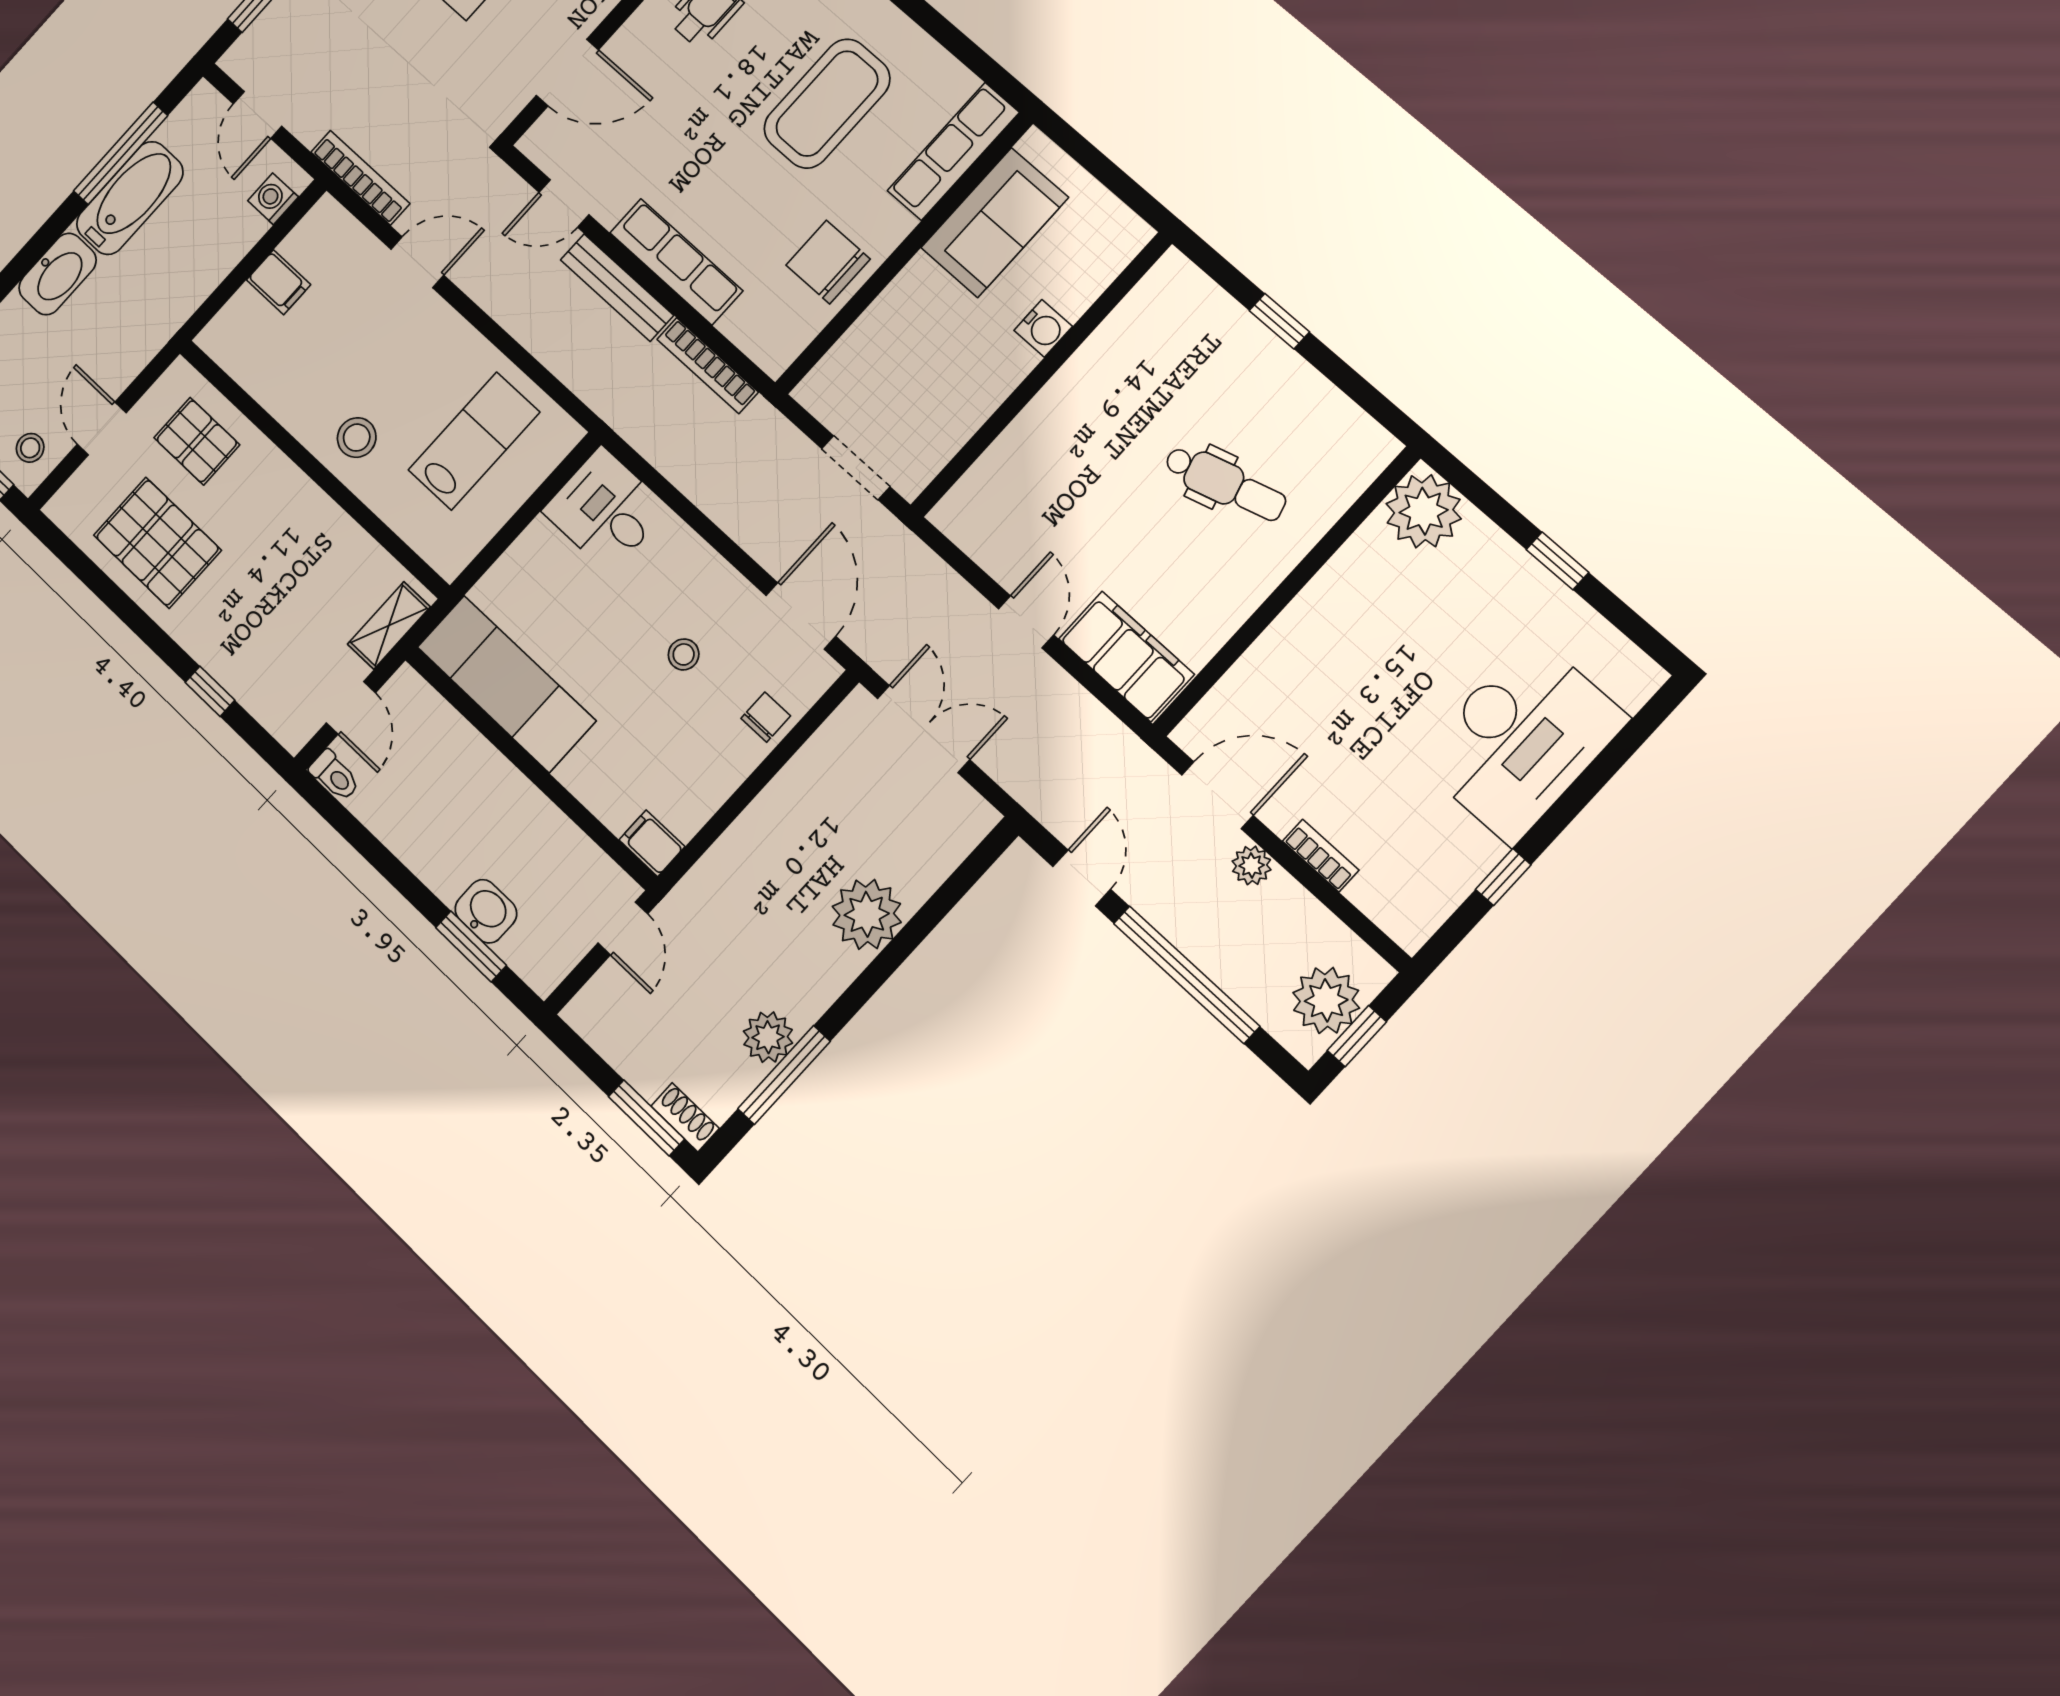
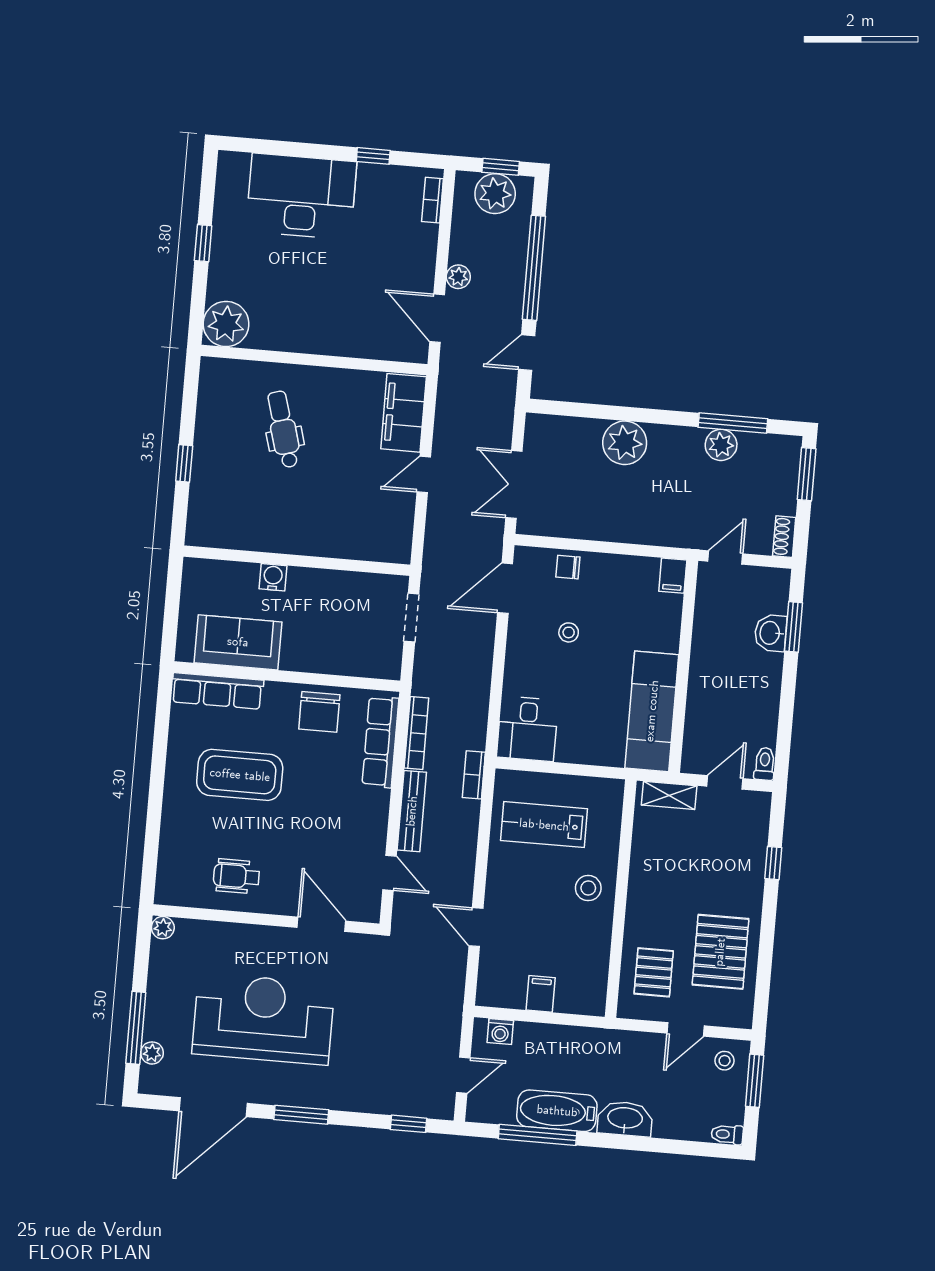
bookcase: (360, 178) -> (474, 775), moved, width x0.64
row of seats: (676, 262) -> (380, 742), moved
bookcase: (1321, 856) -> (433, 200), moved
shoe rack: (685, 1117) -> (784, 537), moved

